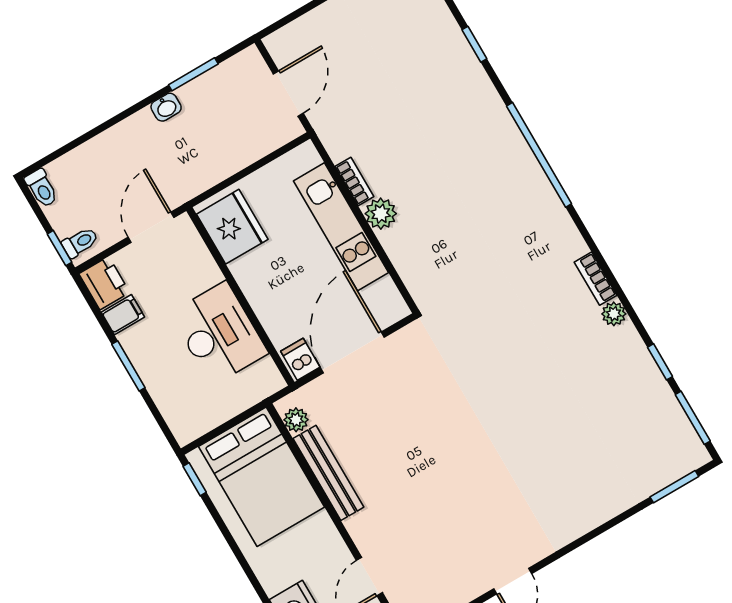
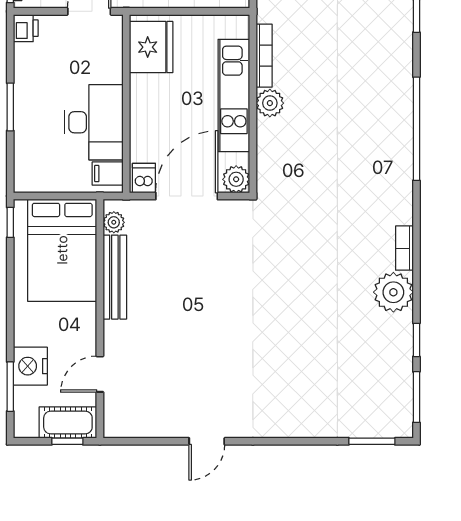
bookcase: (354, 182) -> (264, 56), width x1.56
printer: (104, 283) -> (26, 28), width x0.73, depth x0.81
plant: (391, 308) -> (236, 179), added
plant: (614, 314) -> (393, 292), width x1.87, depth x1.87
filing cabinet: (123, 315) -> (108, 174), moved, turned 180

